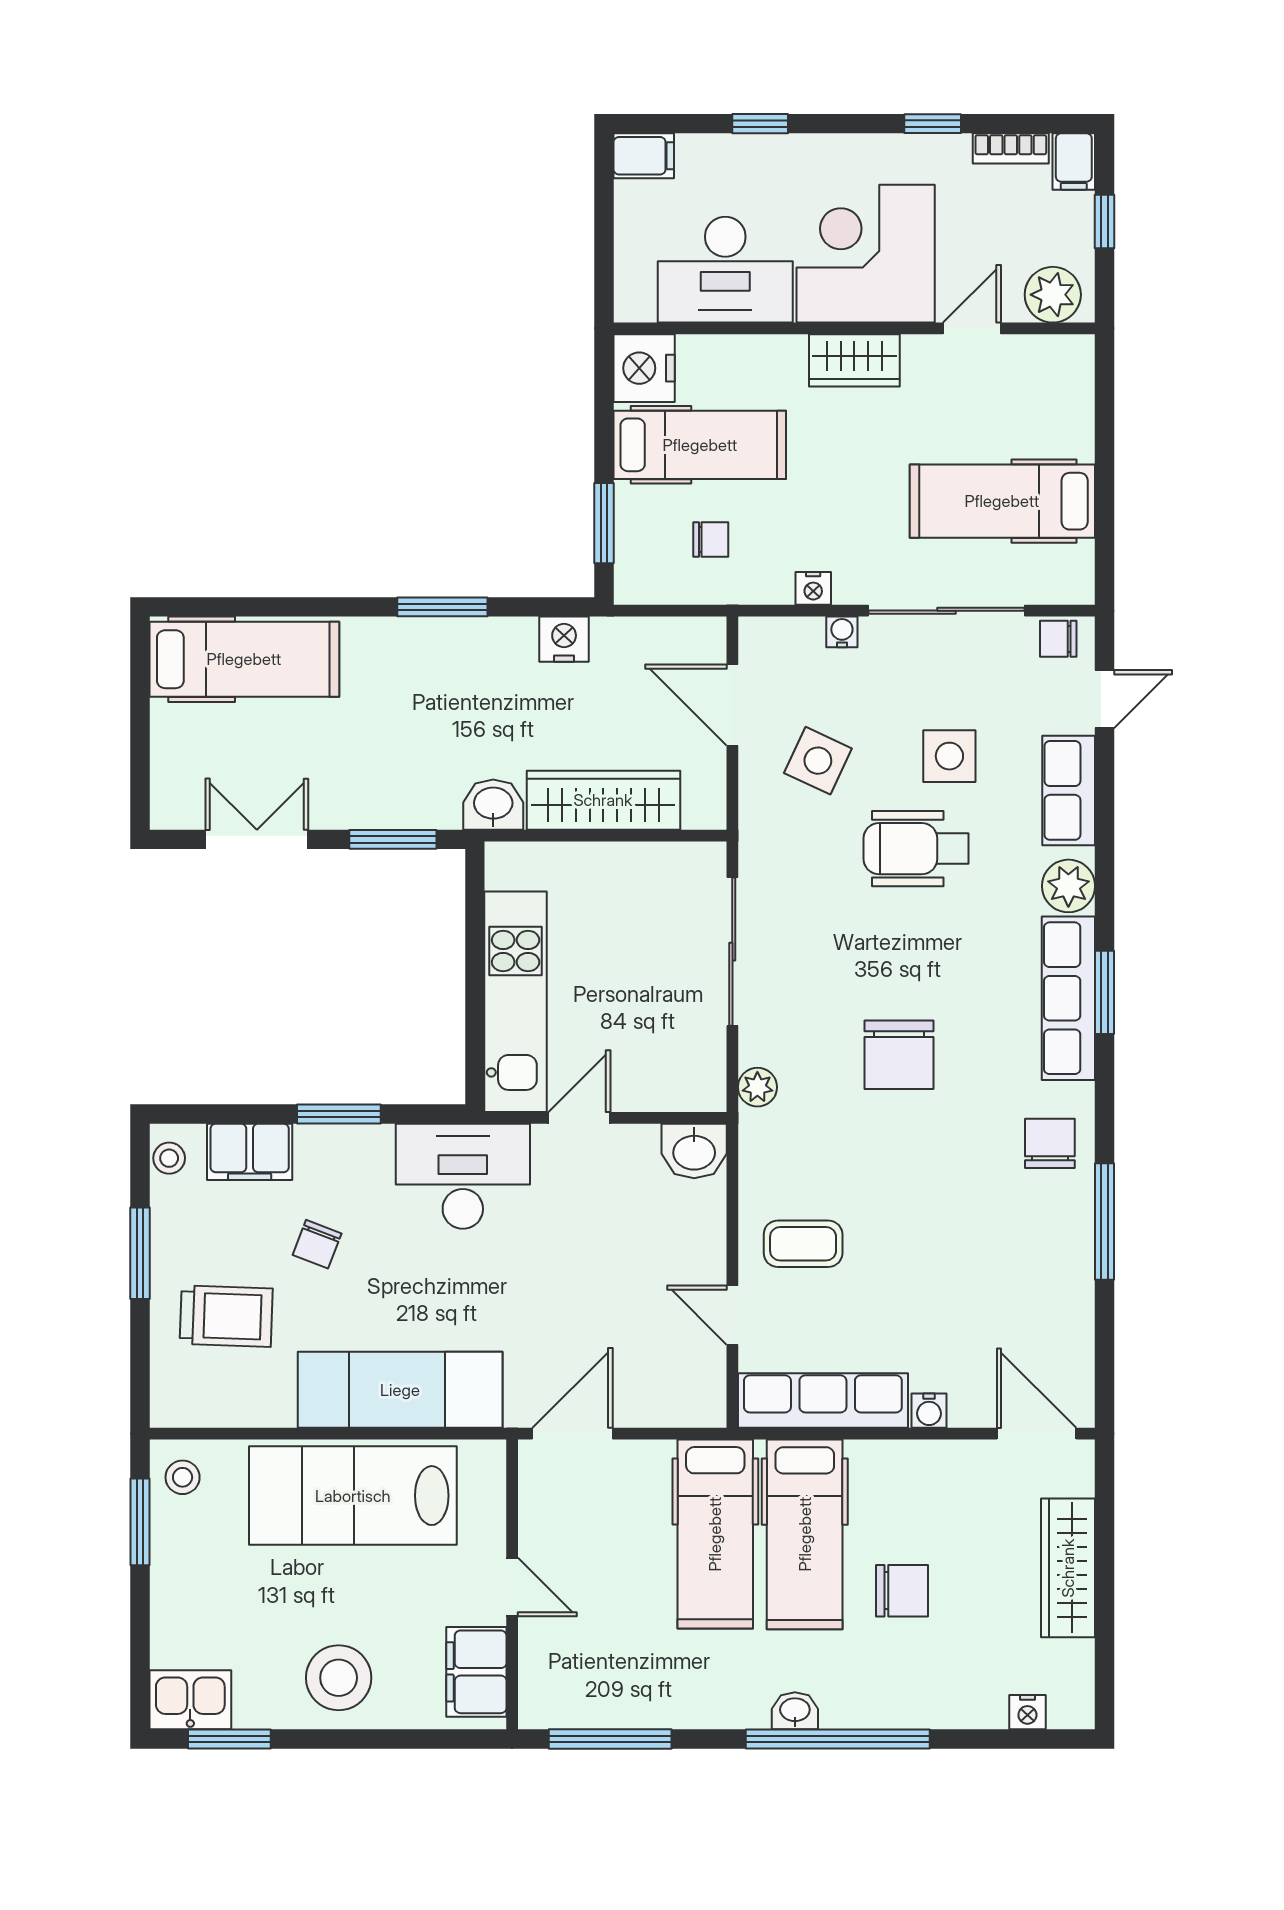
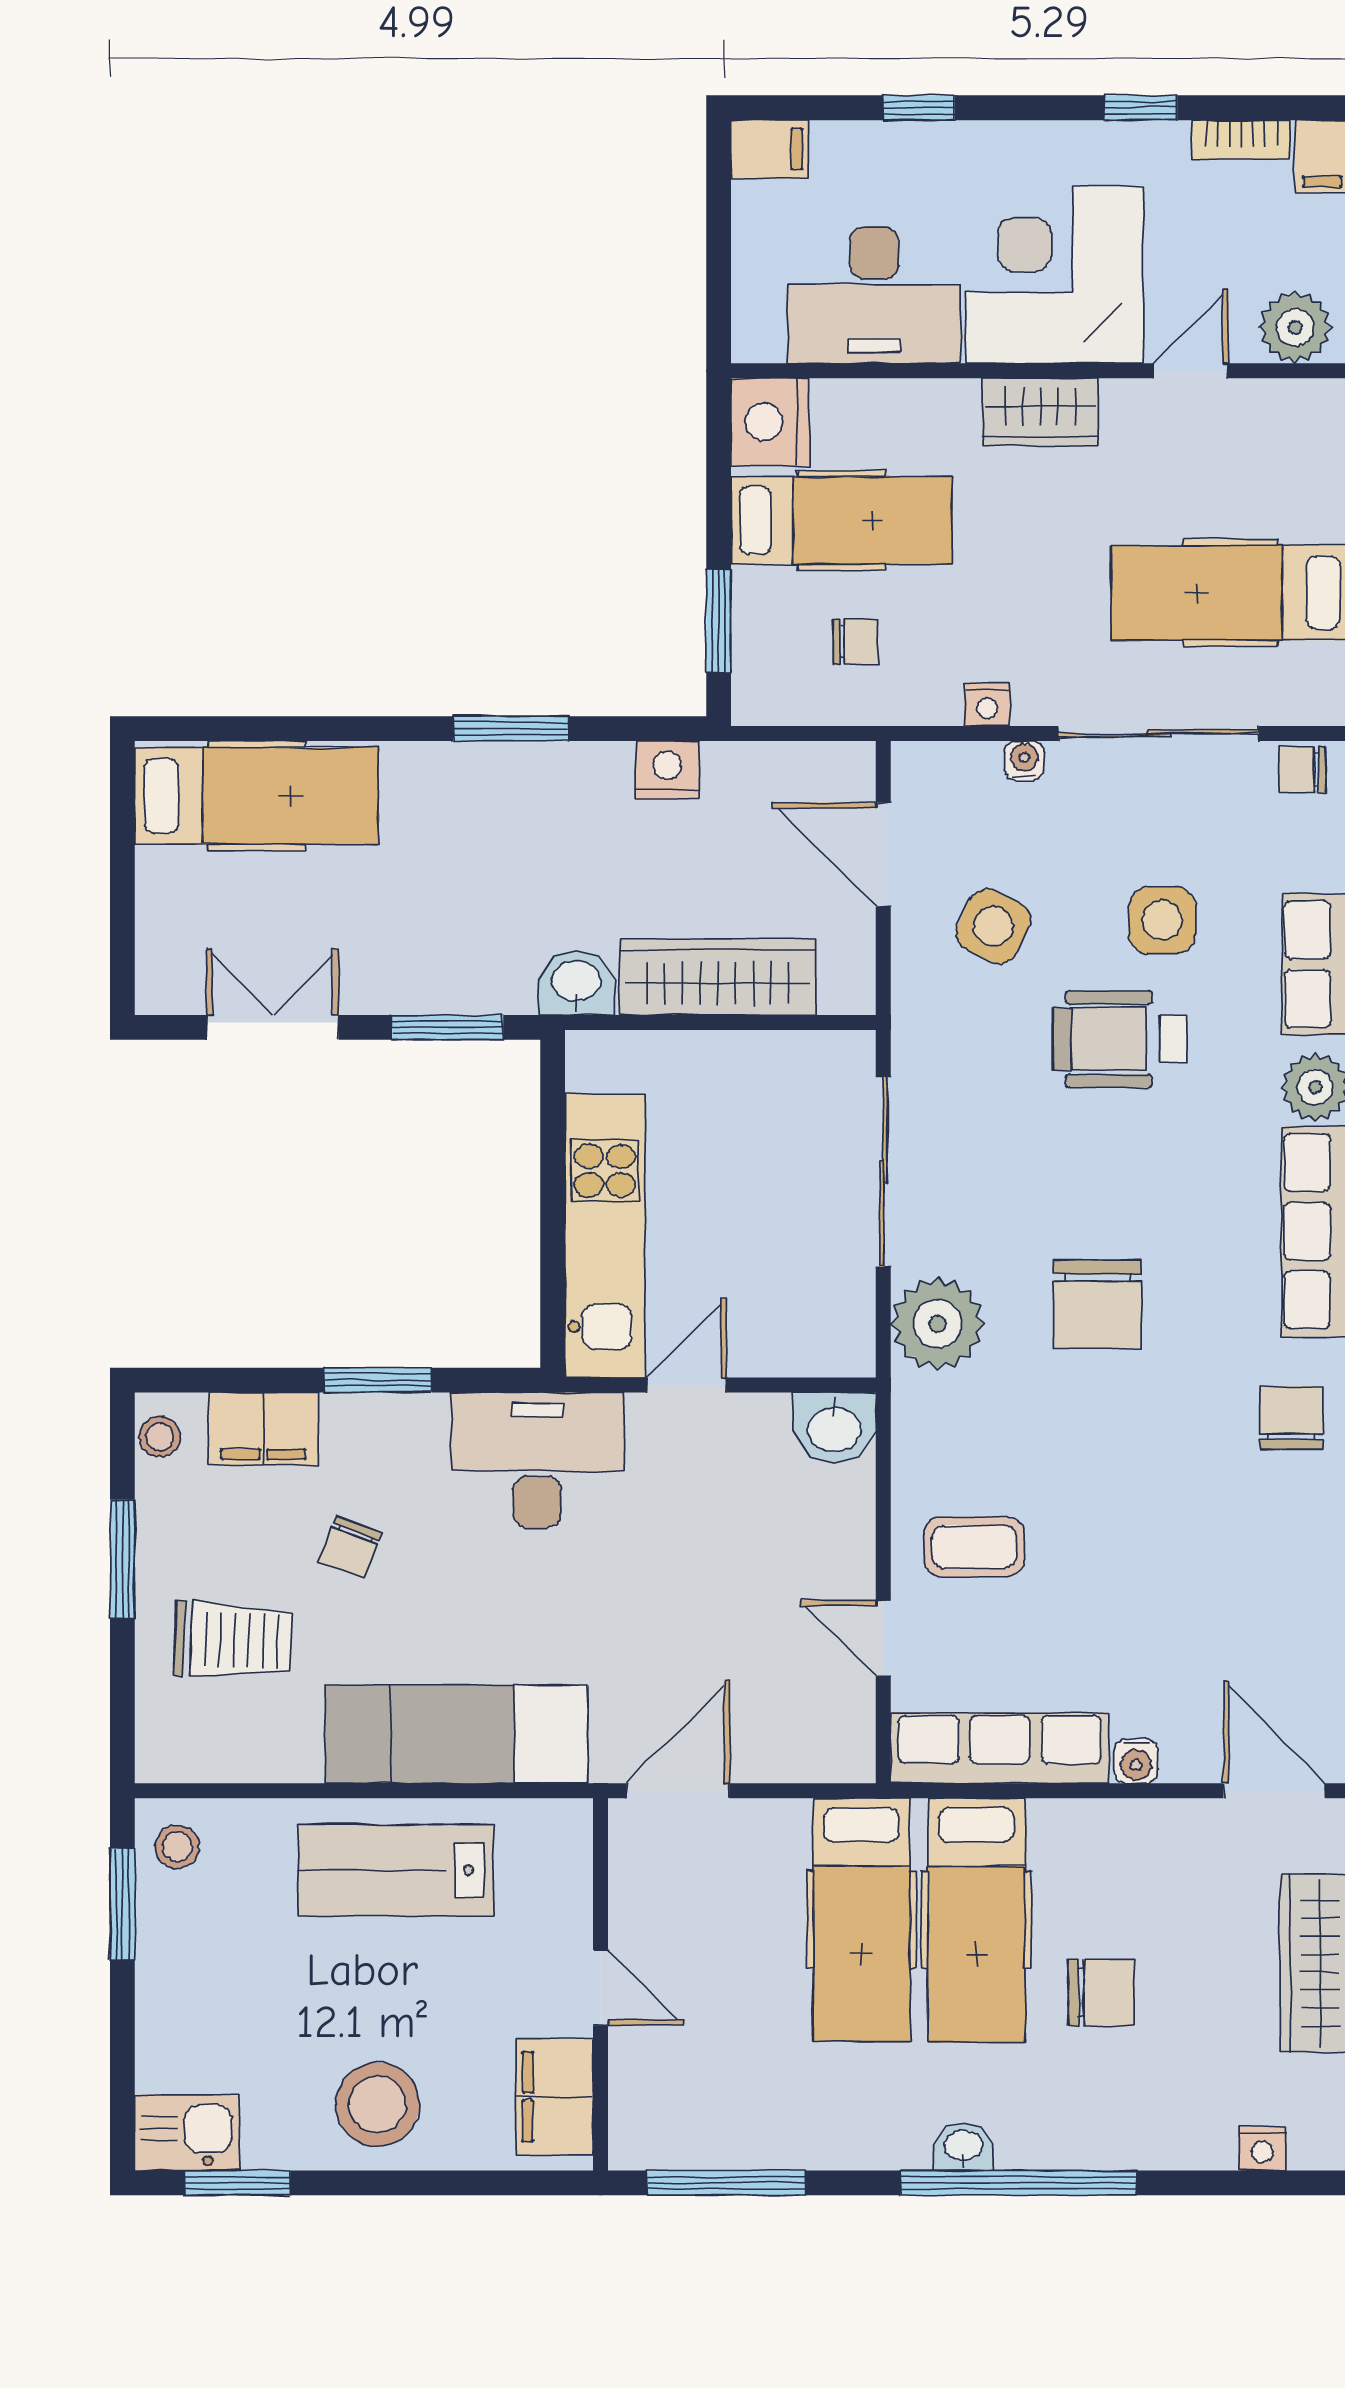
plant: (757, 1087) -> (938, 1324), width x1.88, depth x1.88
lab bench: (353, 1496) -> (396, 1870), width x0.73, depth x0.72

